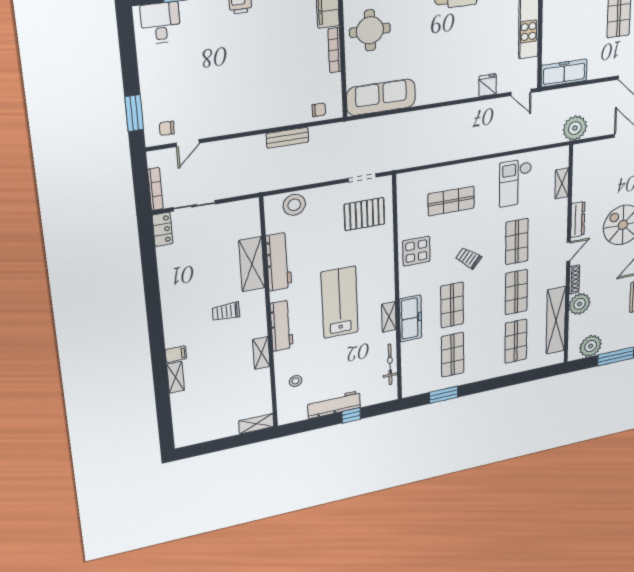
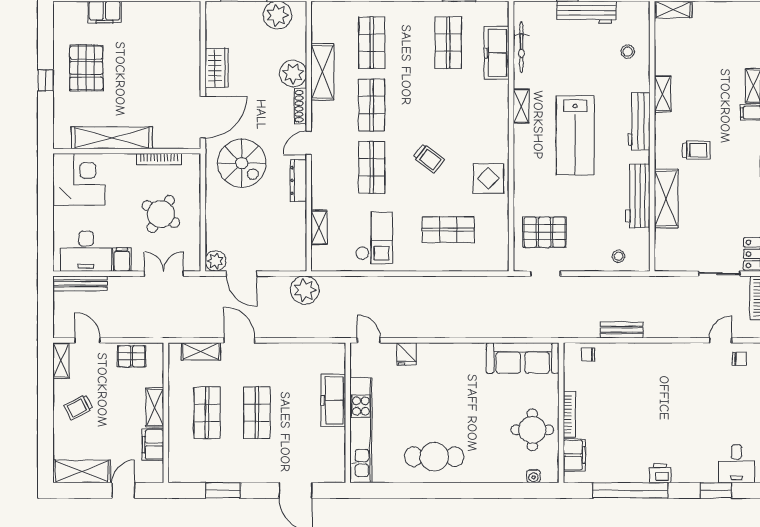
freezer: (564, 73) -> (333, 400), moved, turned 90
stool: (294, 205) -> (618, 256), width x0.53, depth x0.53
shop shelf: (452, 305) -> (448, 105), removed
freezer: (411, 318) -> (497, 53), moved
shelving: (556, 320) -> (322, 72), width x0.68

